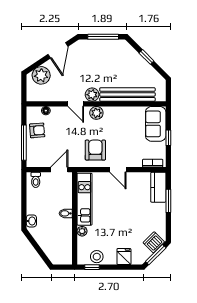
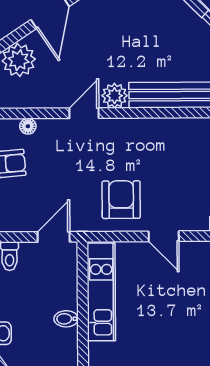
door: (76, 104) -> (84, 113), swing flipped
plant: (96, 113) -> (123, 130), removed
plant: (82, 231) -> (97, 352), removed

